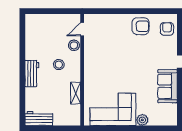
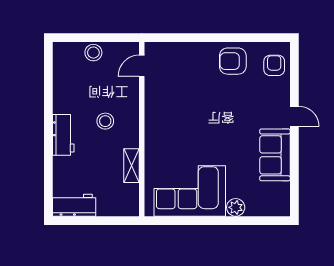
armchair: (141, 26) -> (233, 61), turned 180
stool: (74, 45) -> (93, 53), moved

